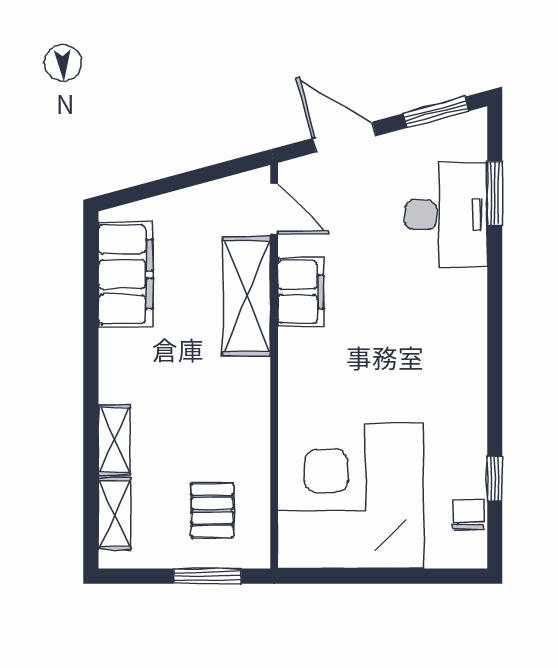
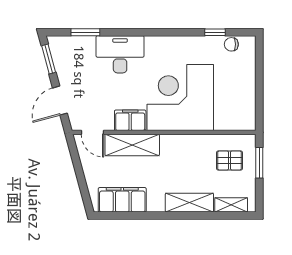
door: (274, 209) -> (92, 132), swing flipped
desk: (446, 215) -> (120, 54), moved
shelving: (114, 440) -> (189, 203), width x1.50, depth x1.33
corner desk: (351, 496) -> (180, 98), moved, turned 90

